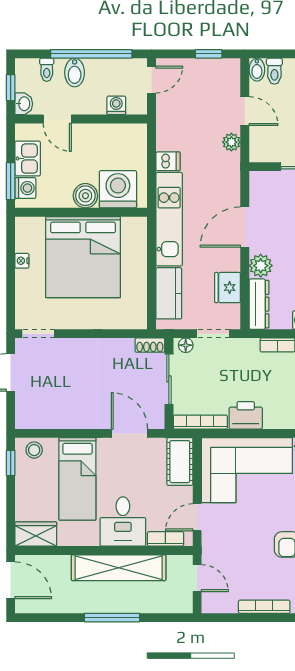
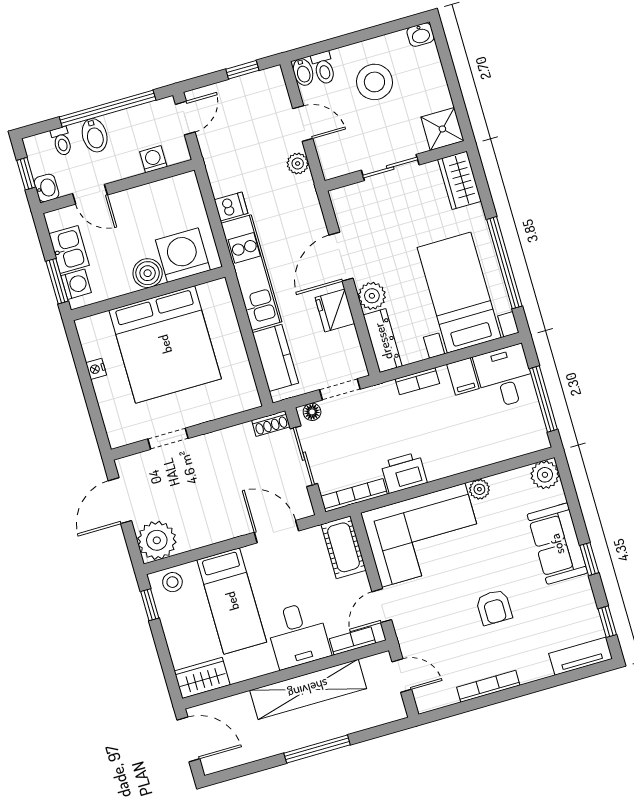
fridge: (228, 288) -> (335, 311), moved
doorway: (38, 334) -> (168, 439), moved
plant: (31, 413) -> (157, 540), added

